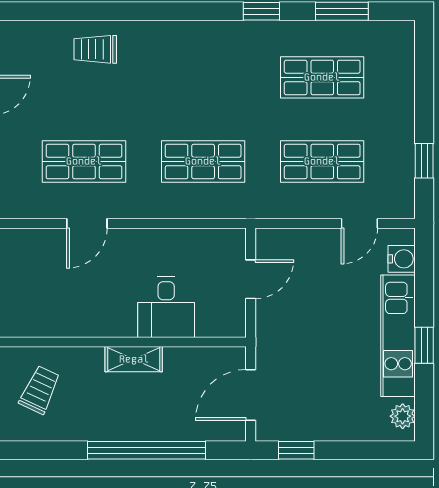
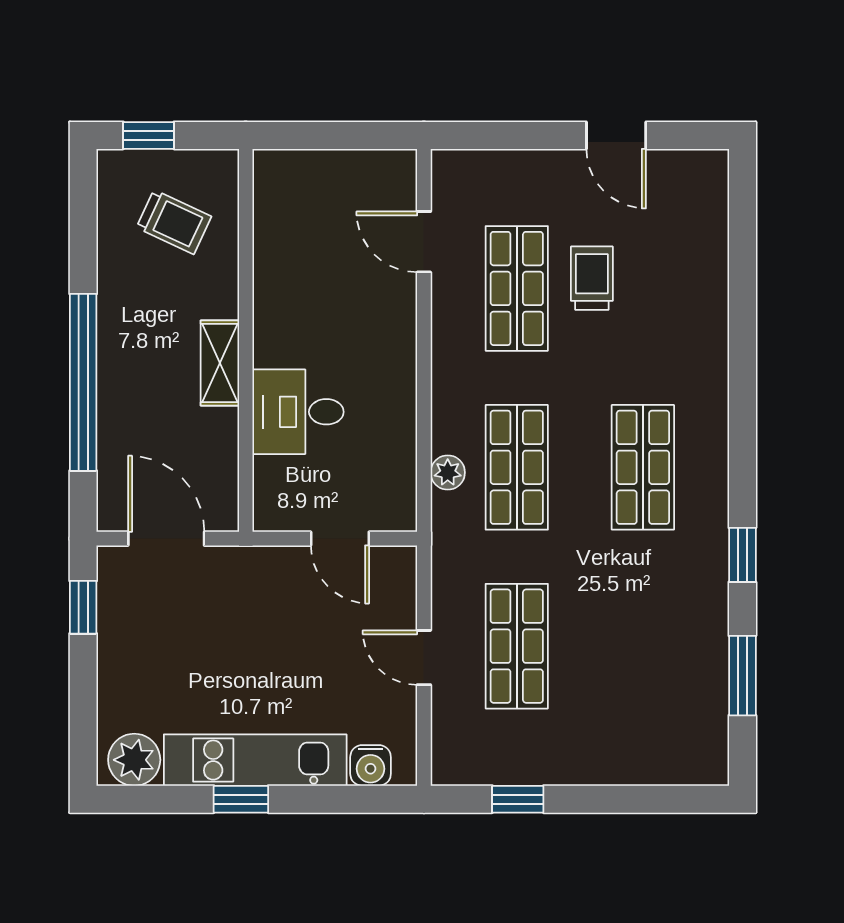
trolley: (95, 49) -> (592, 278), moved
shop shelf: (322, 77) -> (643, 467), moved
plant: (207, 207) -> (448, 472), added
door: (87, 223) -> (424, 242), moved
door: (359, 223) -> (424, 658), moved
plant: (403, 416) -> (134, 760), width x1.38, depth x1.38

